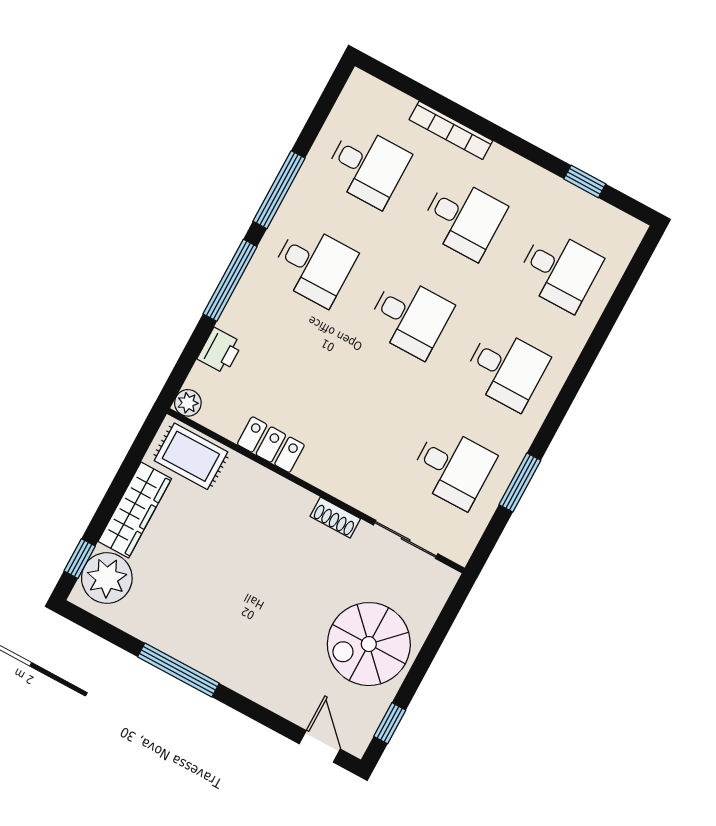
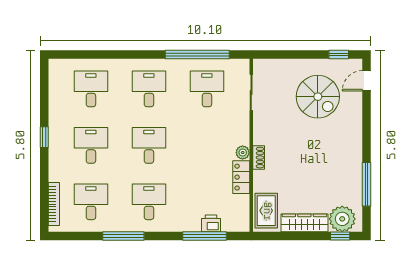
bookcase: (451, 130) -> (54, 204), moved
window: (585, 181) -> (44, 137), moved
window: (230, 280) -> (205, 236), moved
plant: (188, 403) -> (243, 153), moved
window: (520, 482) -> (197, 55), width x2.11
shoe rack: (335, 518) -> (259, 158), moved
spiral stairs: (369, 644) -> (318, 97), moved
window: (178, 670) -> (366, 184), moved

